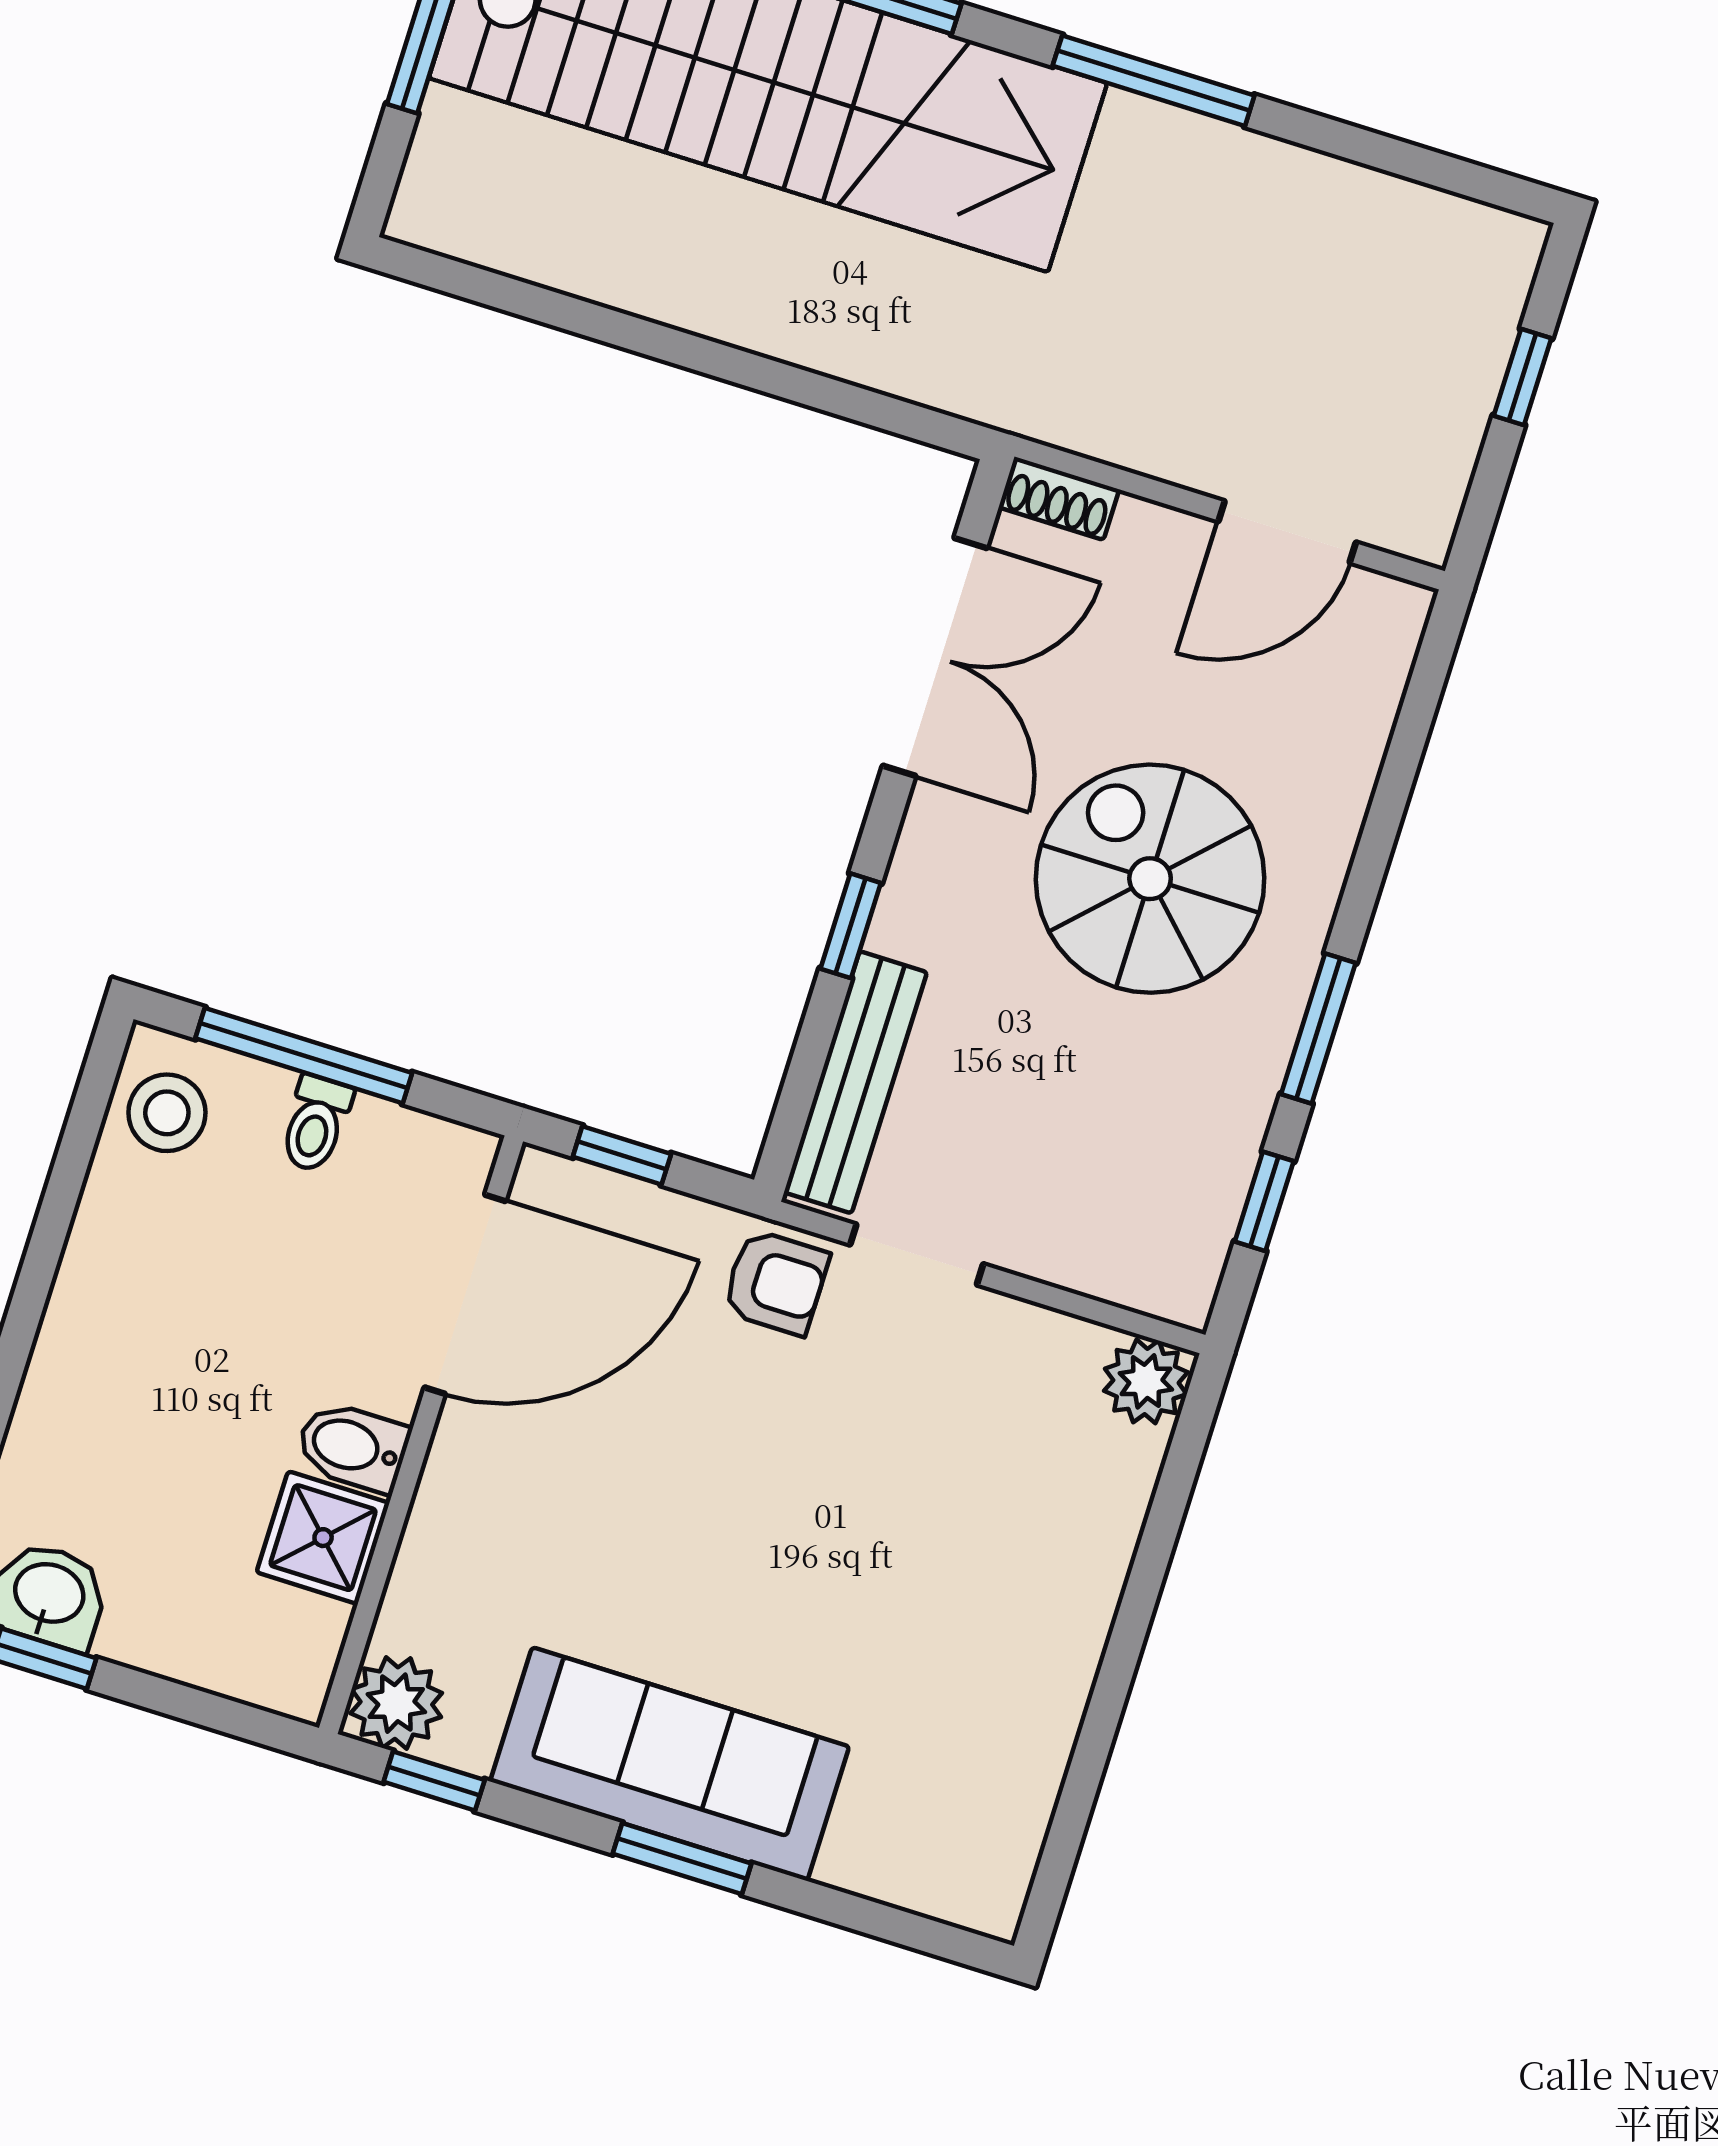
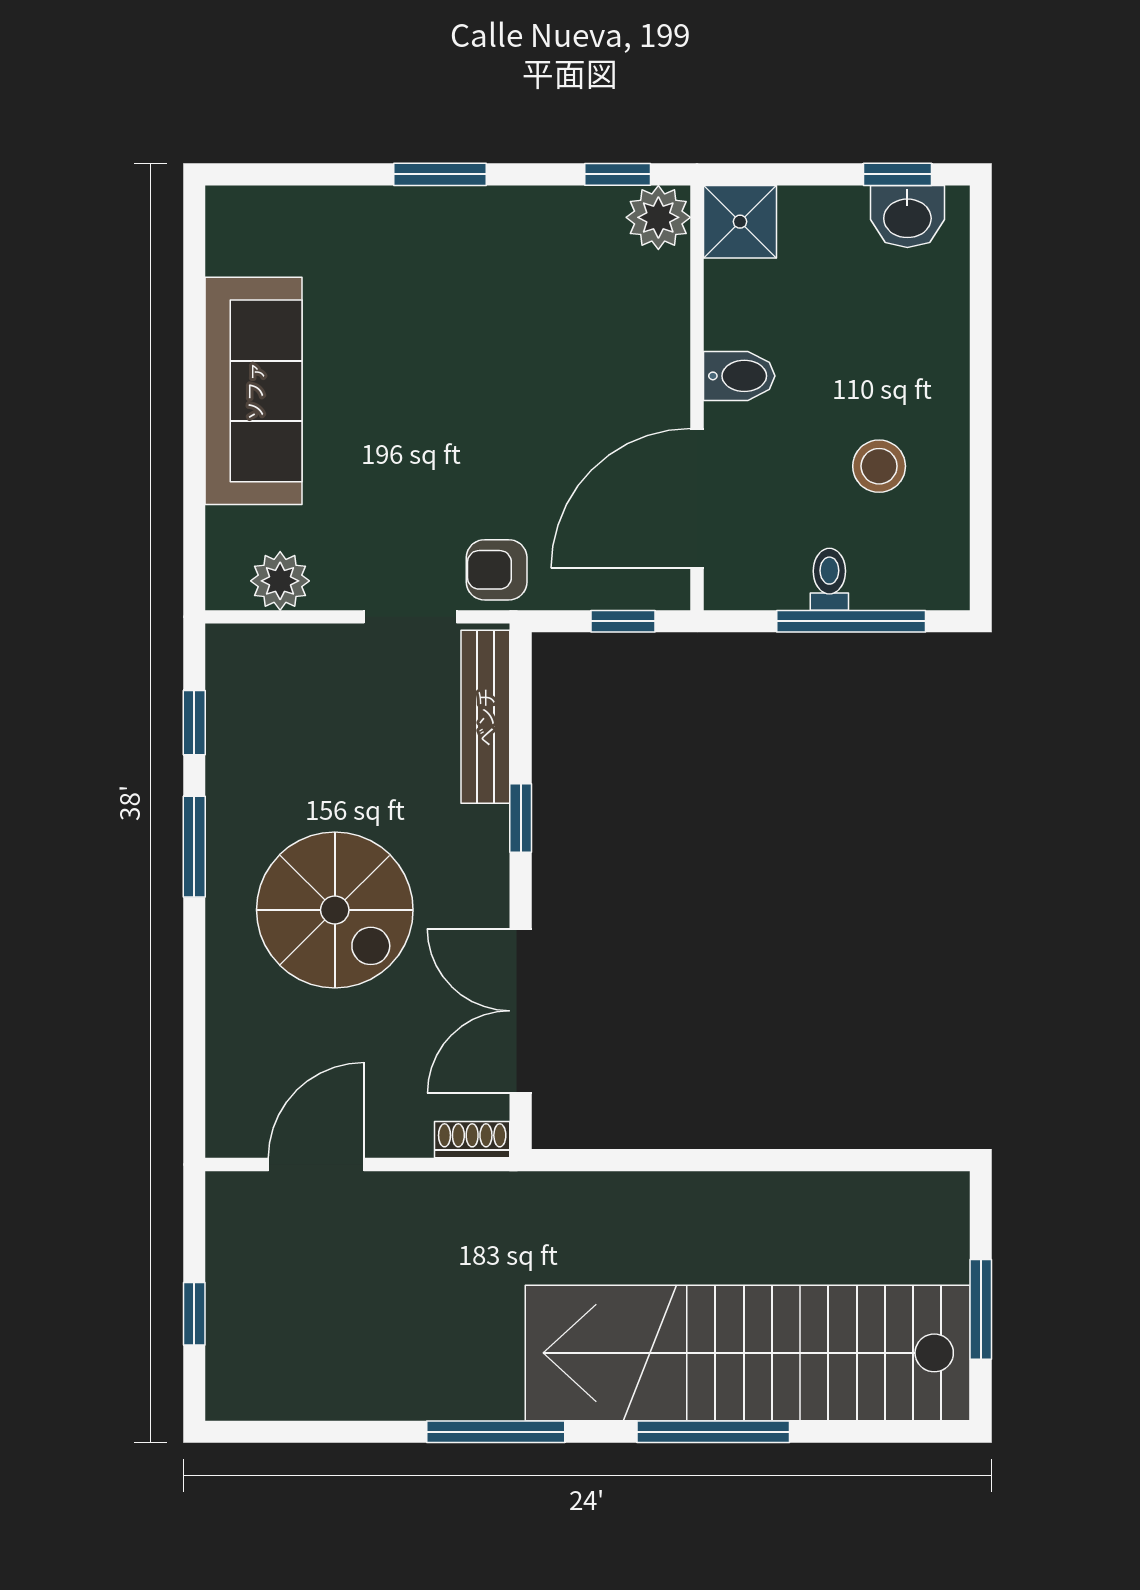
stool: (167, 1113) -> (879, 466), moved
plant: (1146, 1381) -> (280, 581), moved
shower: (323, 1538) -> (740, 222), moved
sofa: (670, 1764) -> (254, 391), moved, turned -90

